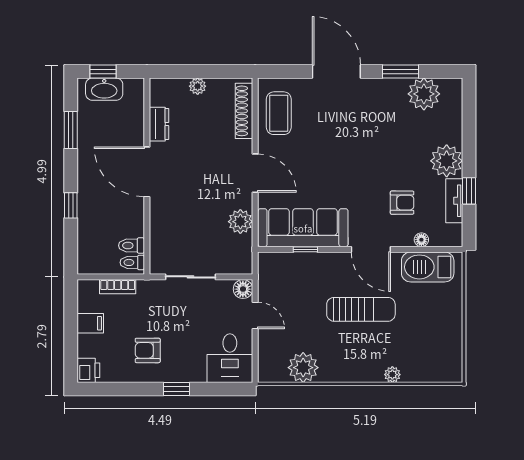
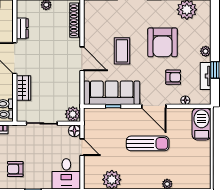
coffee table: (279, 113) -> (122, 51), moved
armchair: (385, 147) -> (162, 42), added
plant: (447, 161) -> (206, 51), width x0.53, depth x0.53
wardrobe: (161, 220) -> (23, 88), added
plant: (240, 222) -> (73, 114), moved
barbecue: (428, 267) -> (202, 124), moved, turned 90

